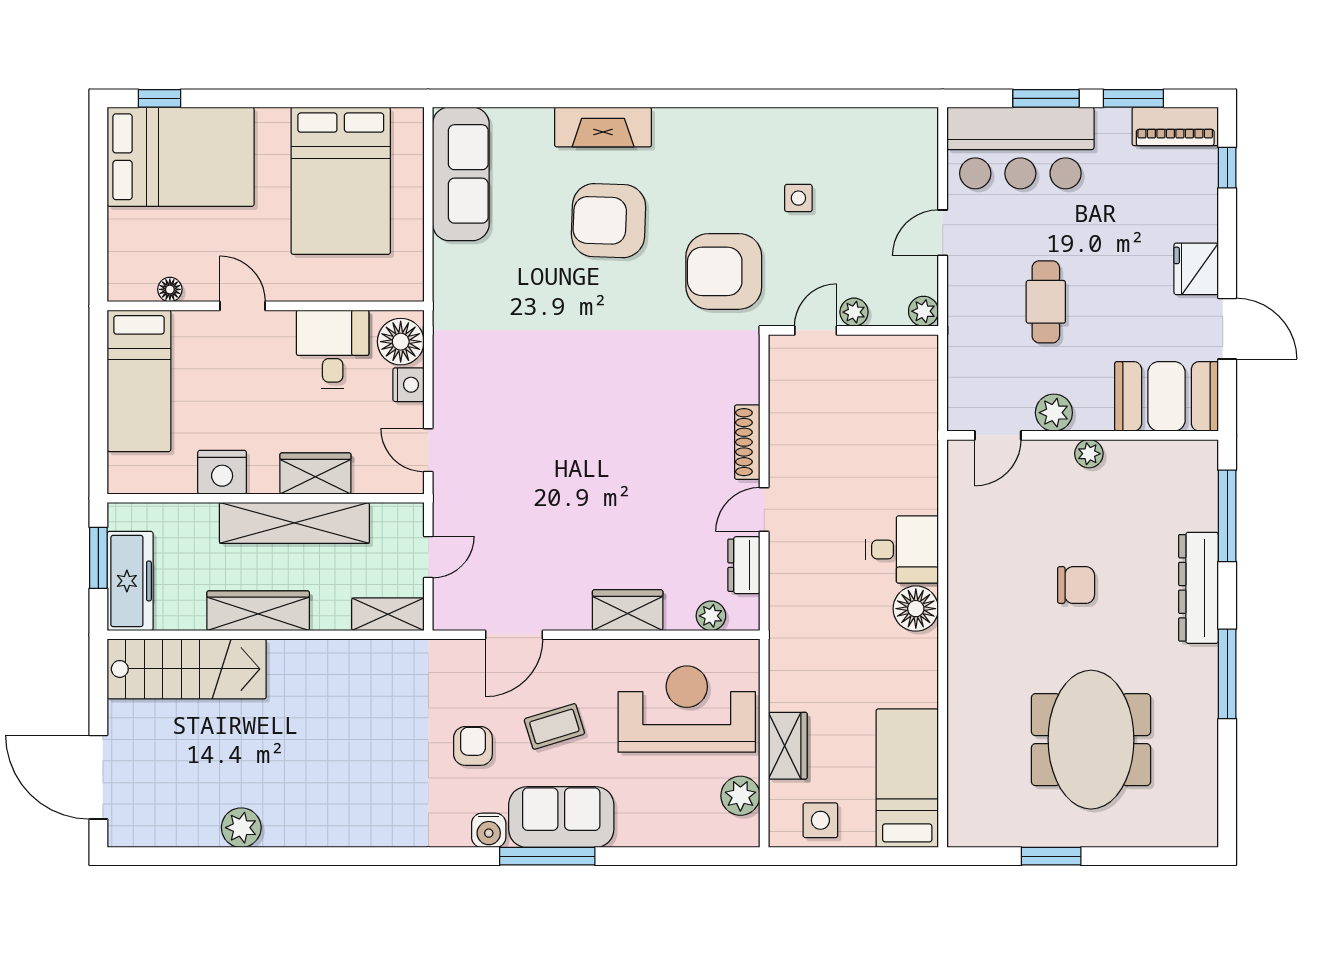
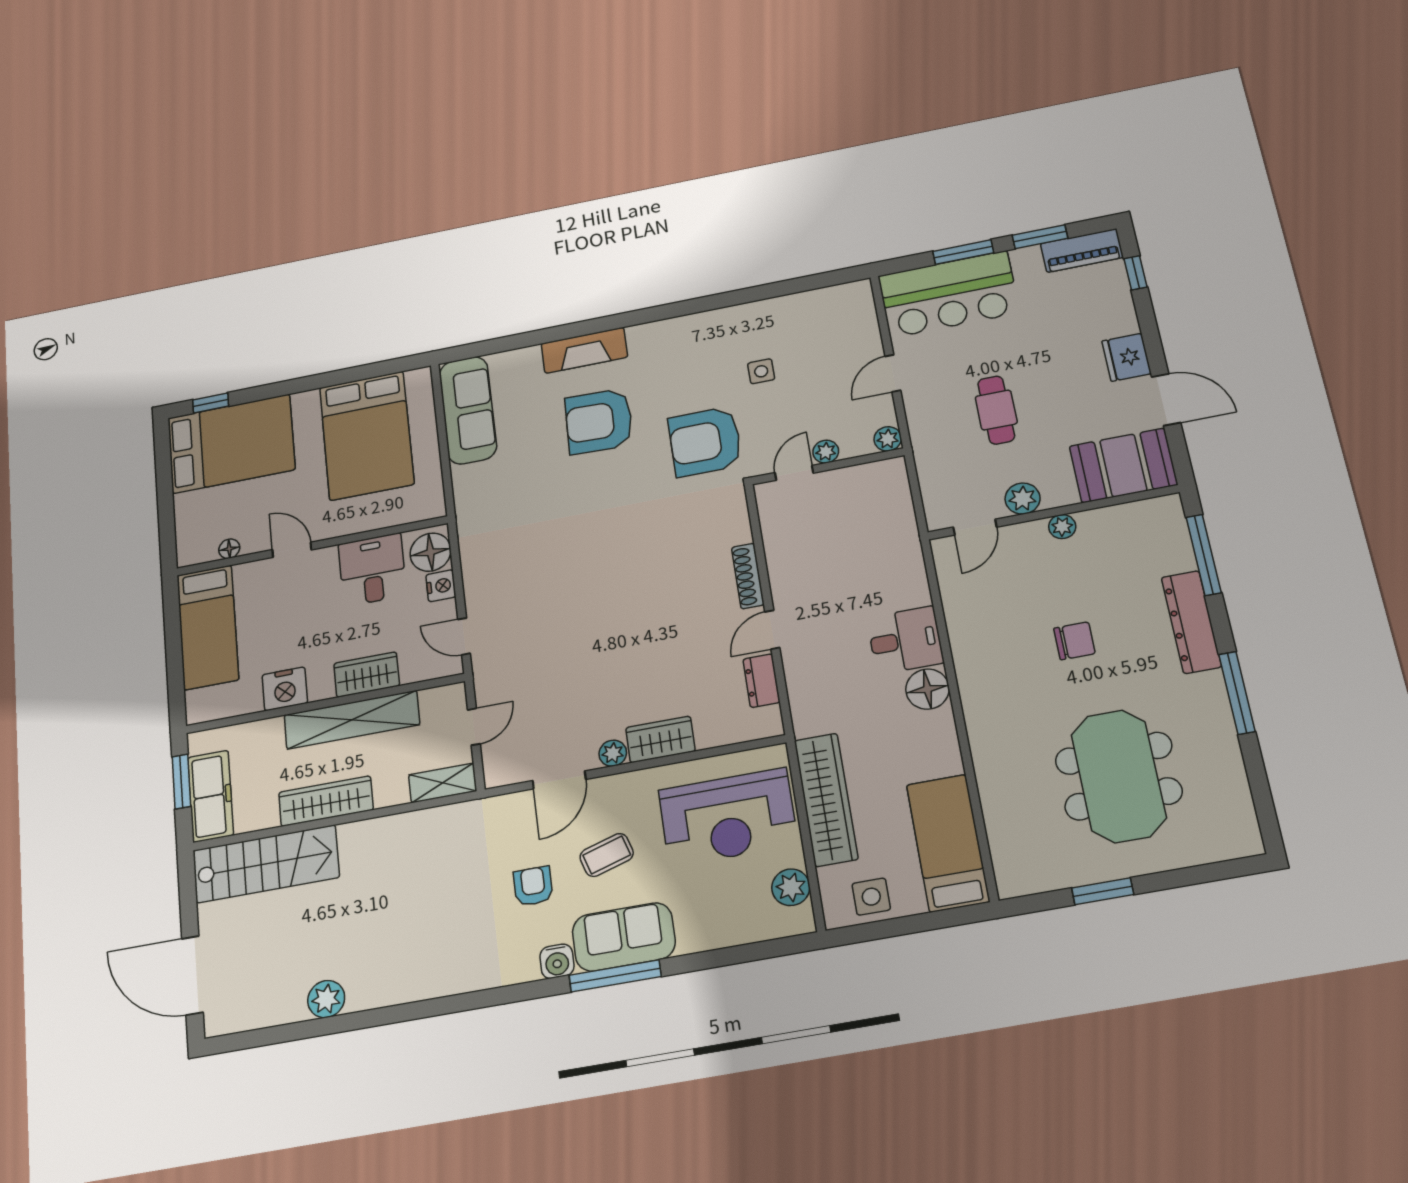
plant: (711, 616) -> (613, 753), moved
reception desk: (687, 709) -> (728, 817), turned 180
wardrobe: (788, 746) -> (826, 799), width x2.10, depth x1.17

